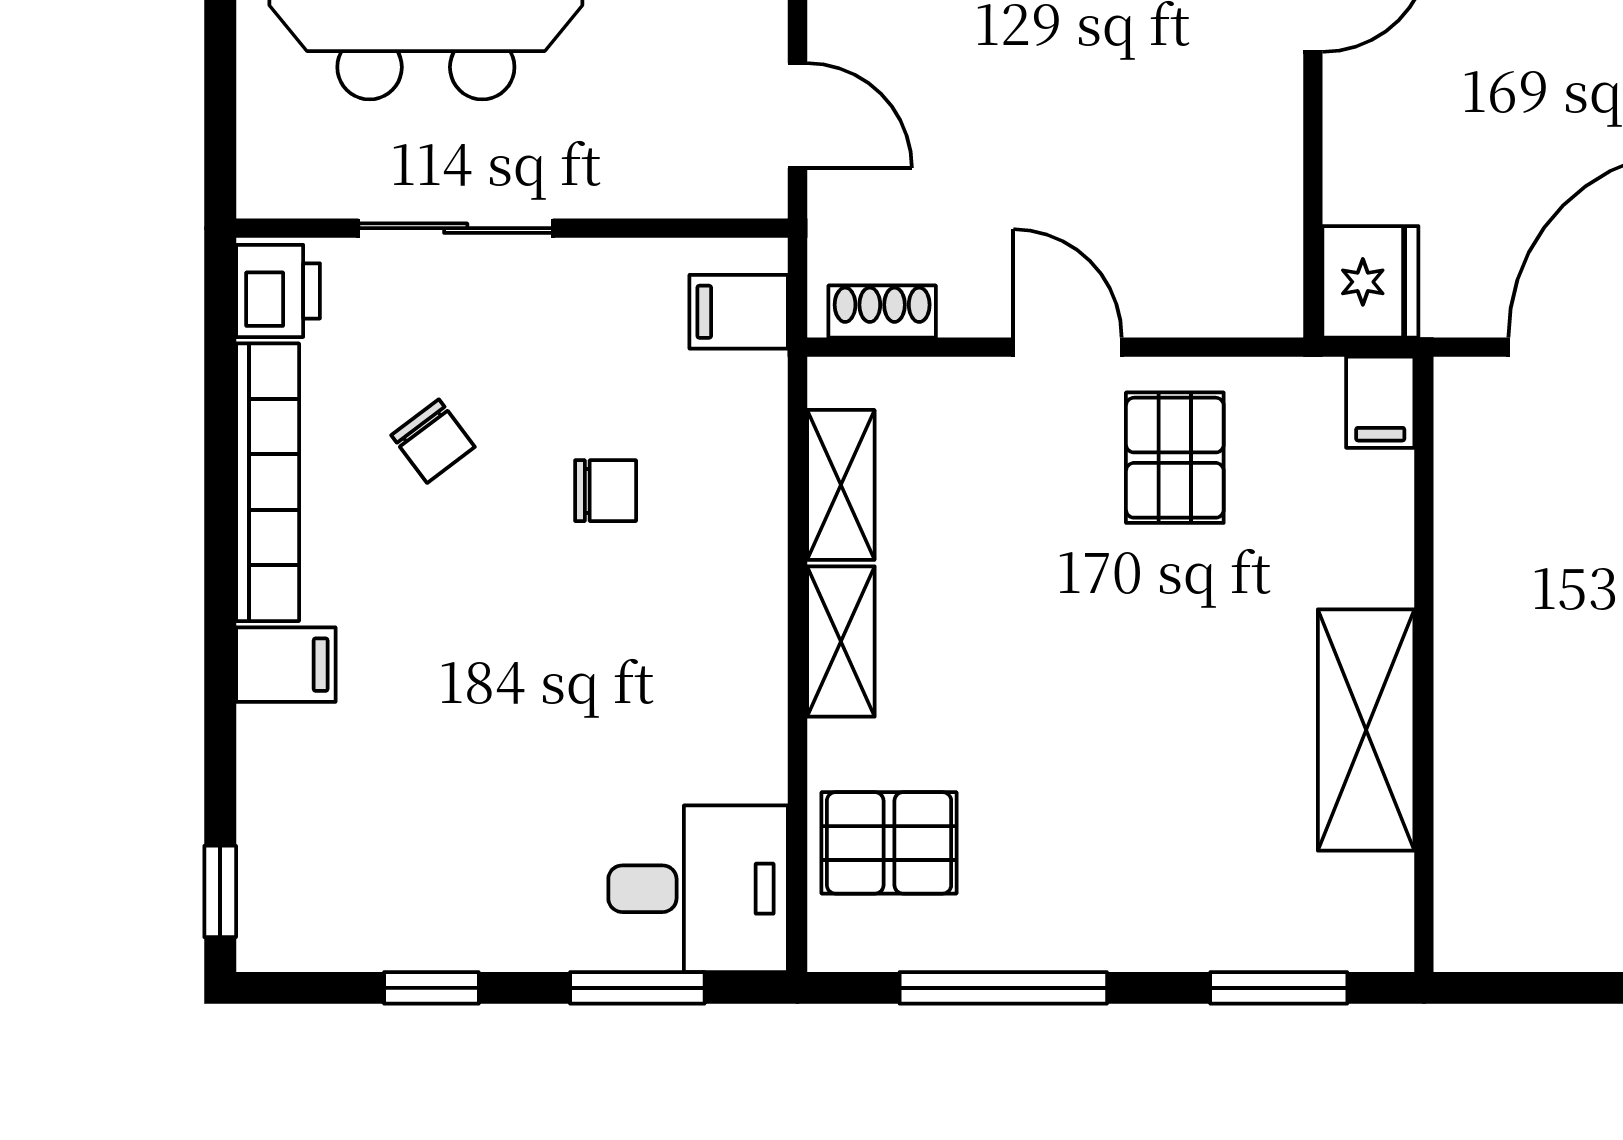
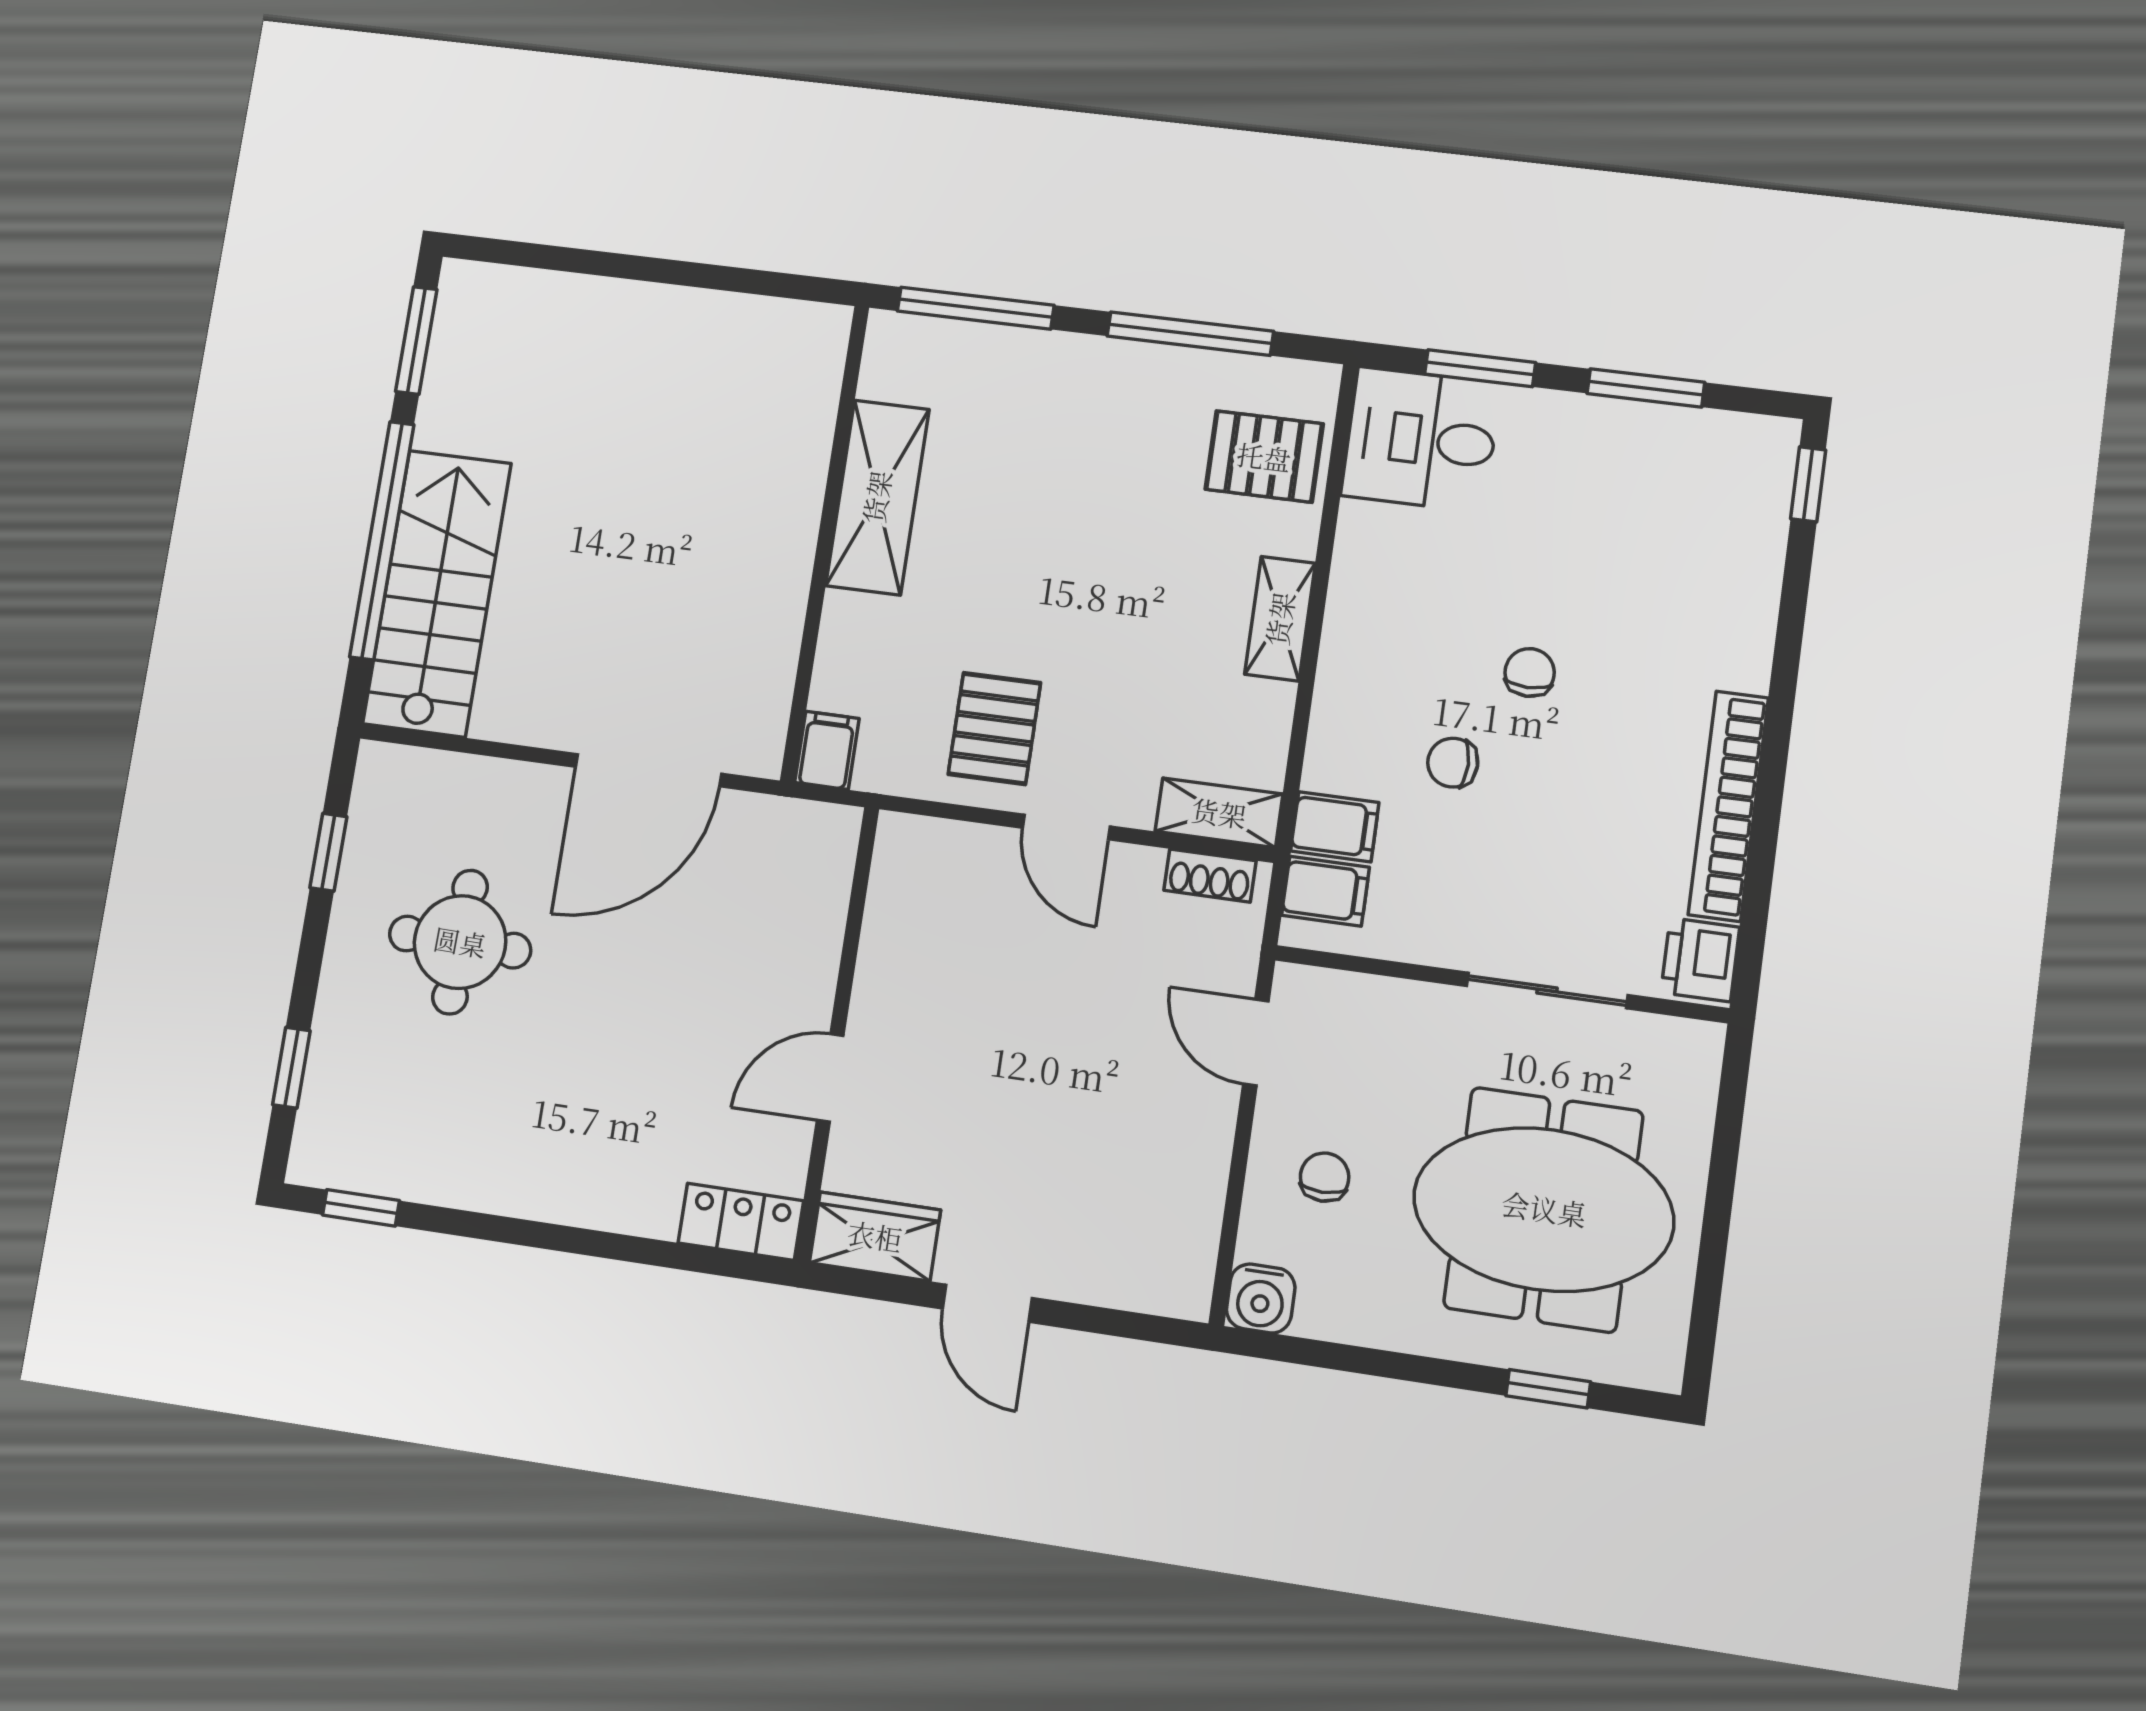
fridge: (1370, 282) -> (820, 846), removed
chair: (433, 441) -> (1530, 672), moved, turned 37
shelving: (841, 485) -> (1219, 813), moved, turned 90
filing cabinet: (286, 665) -> (1335, 827), moved, turned 180
window: (431, 988) -> (1646, 388), width x1.50
window: (1279, 988) -> (976, 308), width x1.44

